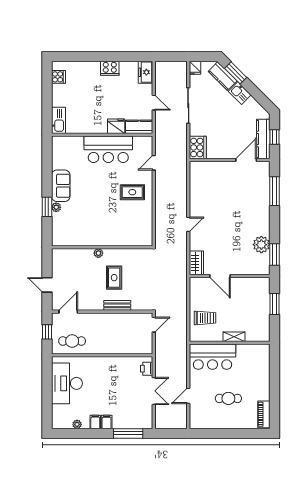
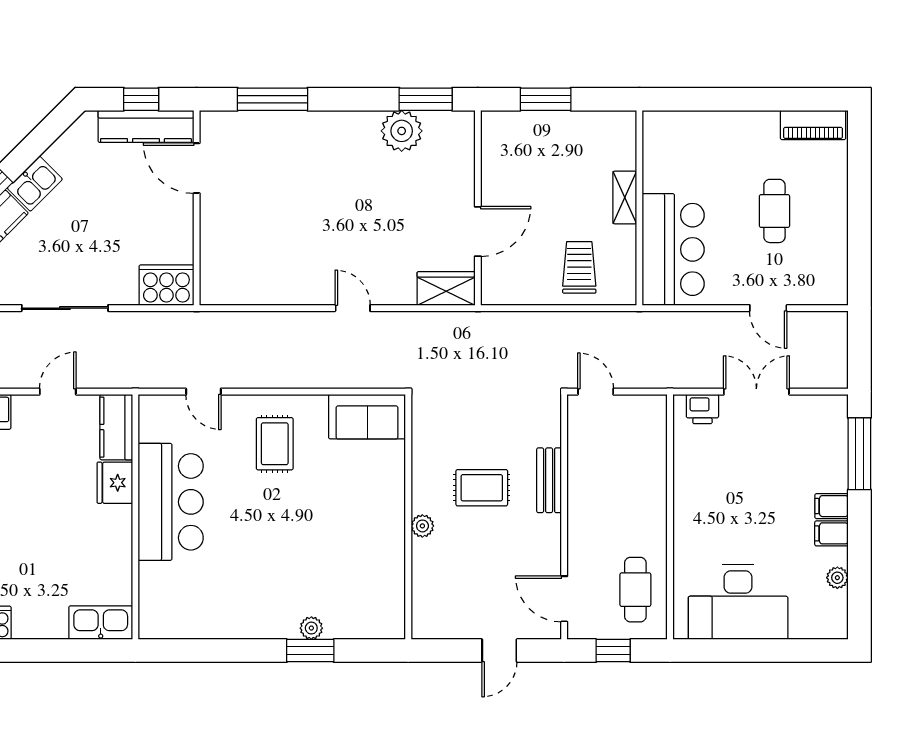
sofa: (61, 186) -> (367, 417), moved, turned 180

